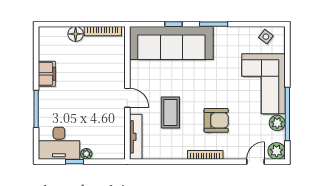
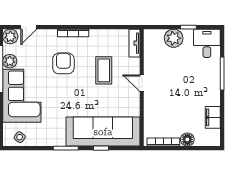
filing cabinet: (47, 74) -> (213, 117), moved
armchair: (216, 120) -> (63, 63), turned 90
tv unit: (136, 137) -> (134, 43), width x0.71
desk: (59, 143) -> (207, 43), width x0.73
plant: (86, 154) -> (174, 38), width x1.88, depth x1.88

